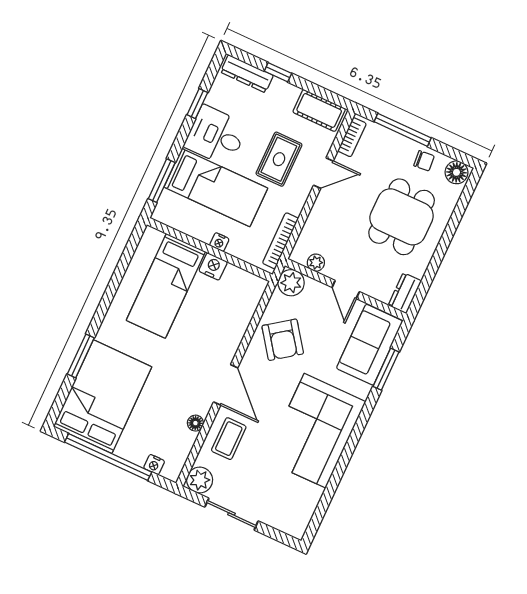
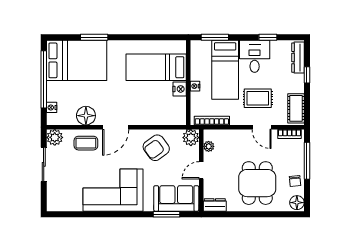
dining table: (402, 217) -> (257, 183), turned 90
floor lamp: (195, 423) -> (86, 116), width x1.89, depth x1.89

